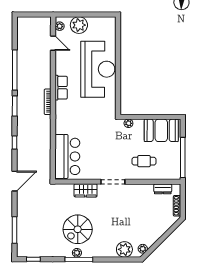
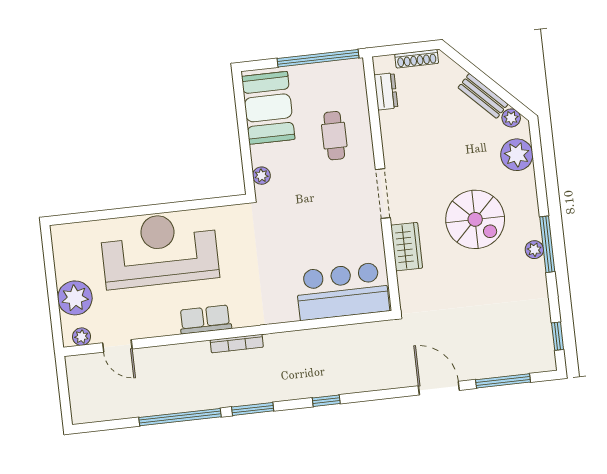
door: (53, 43) -> (117, 346), swing flipped
door: (15, 181) -> (439, 388), moved
spiral stairs: (78, 229) -> (475, 219), moved
bench: (155, 236) -> (483, 96), added

